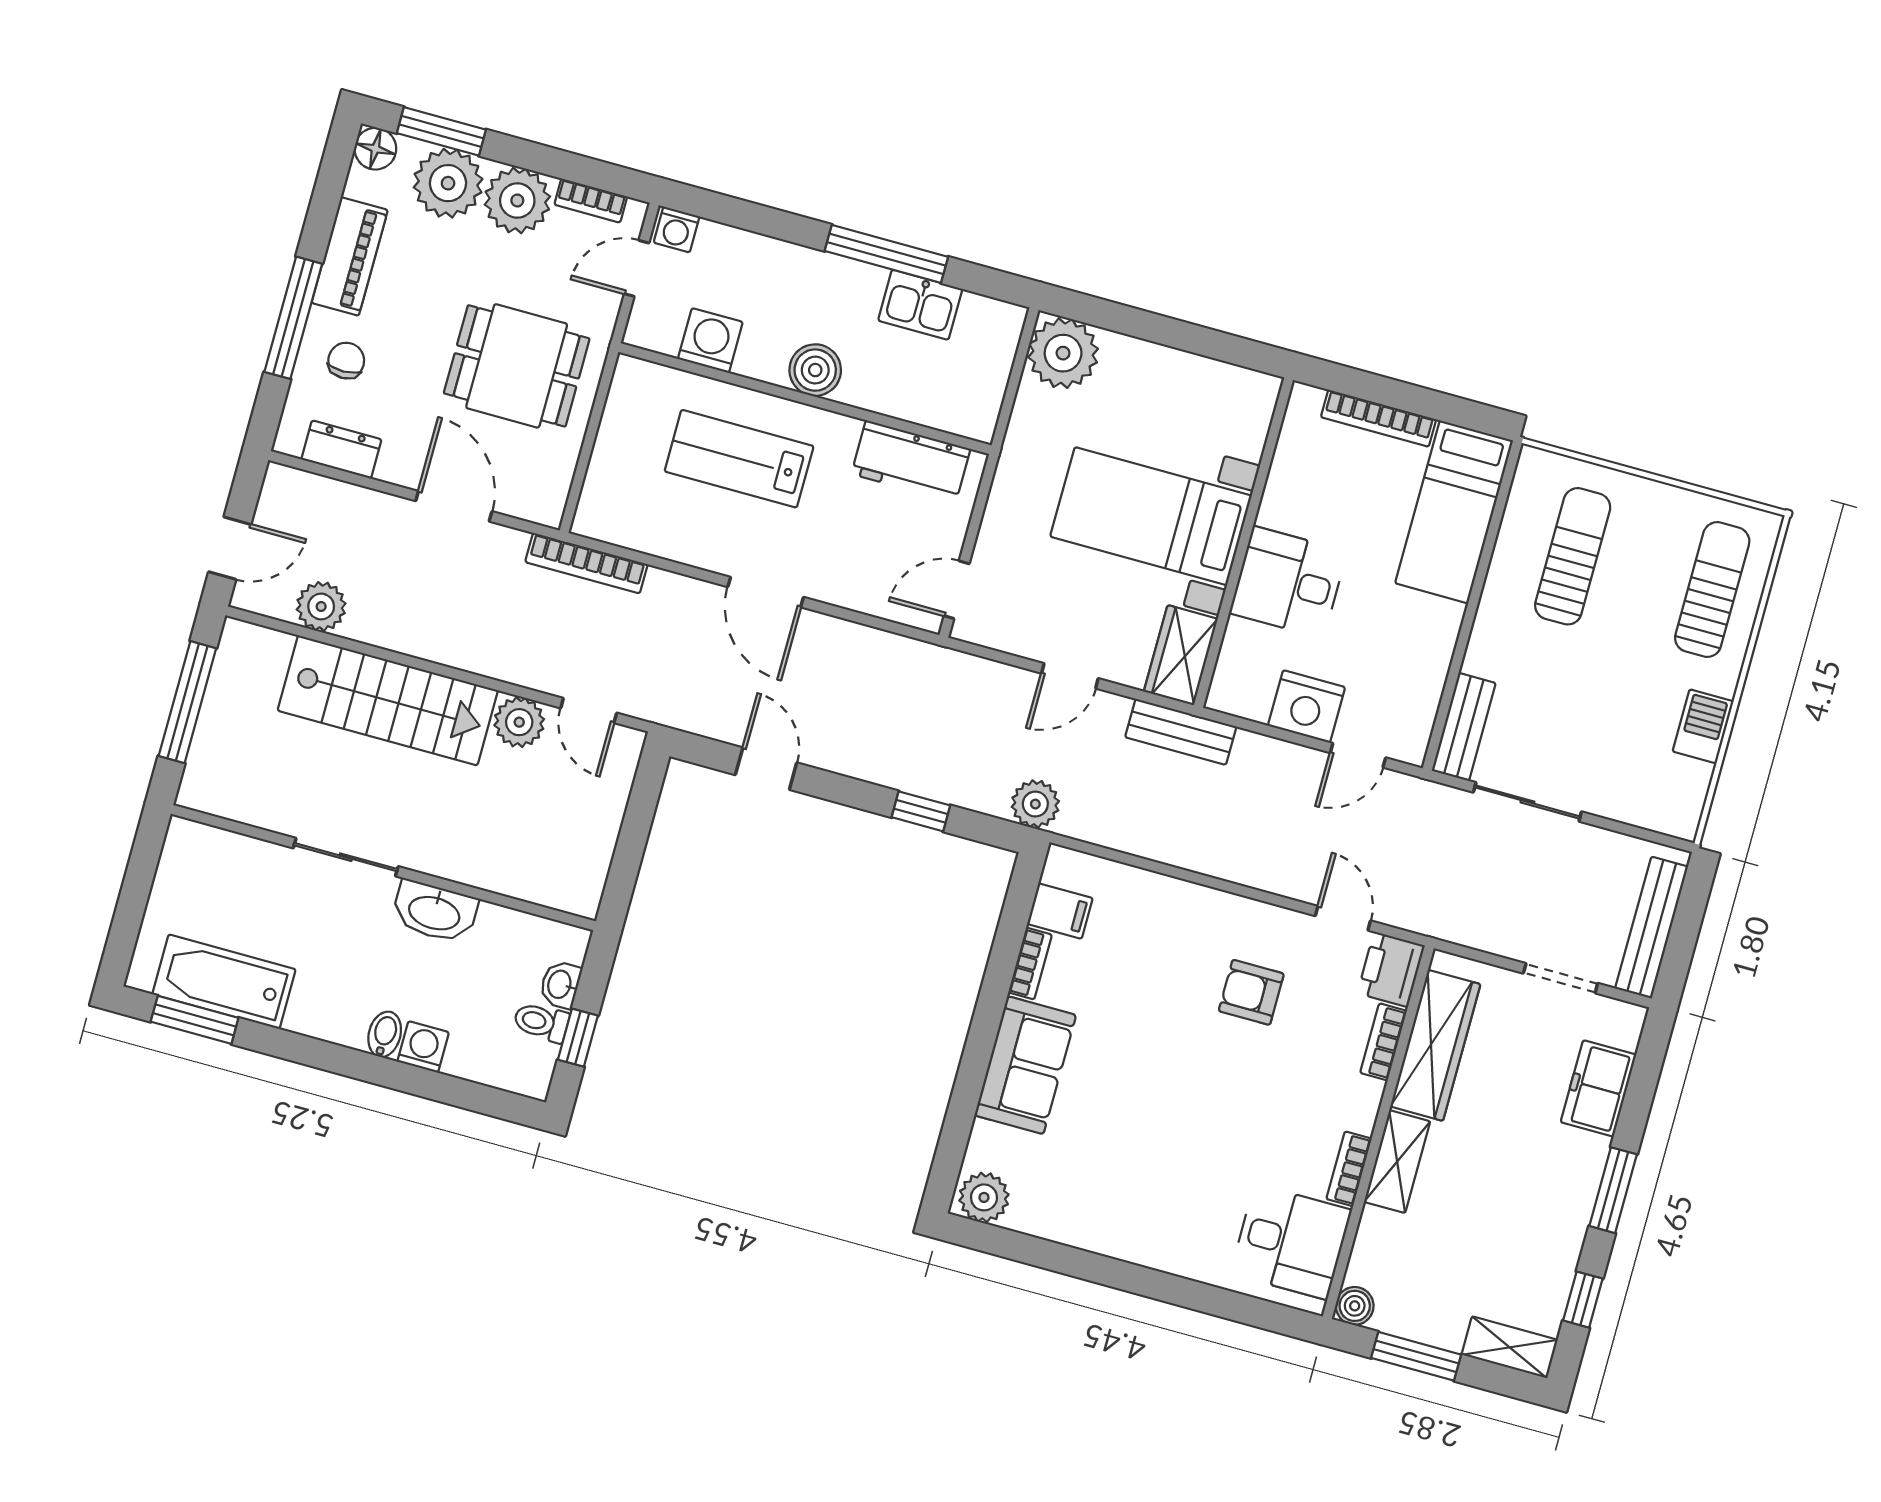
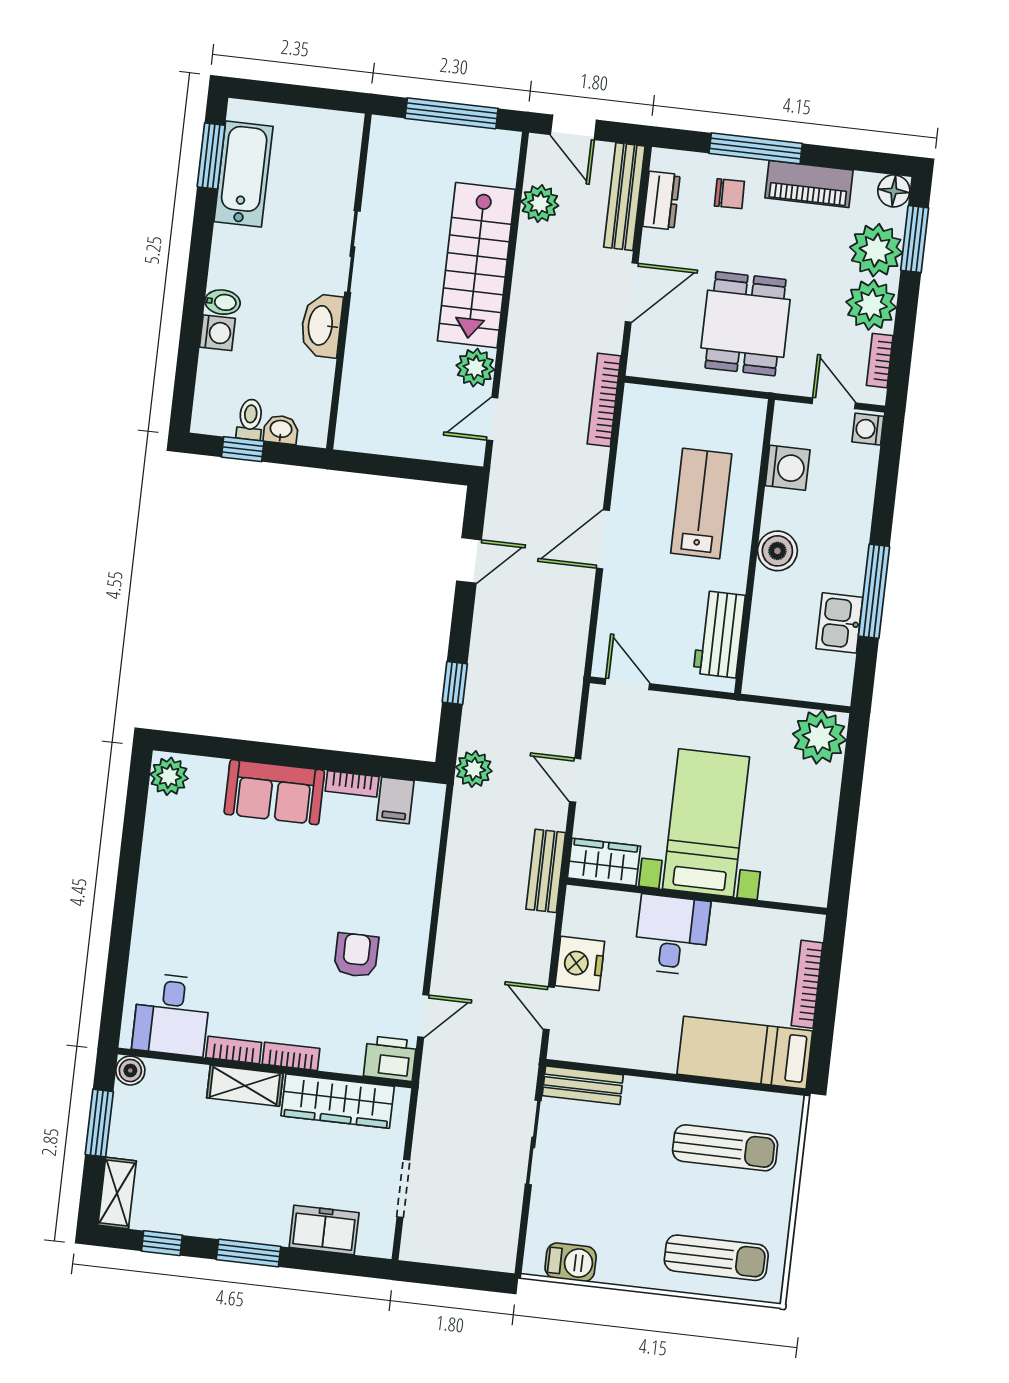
barbecue: (1703, 726) -> (571, 1262), moved
bench: (1652, 928) -> (624, 197), moved, turned 90
bookcase: (1384, 1042) -> (291, 1056), moved

